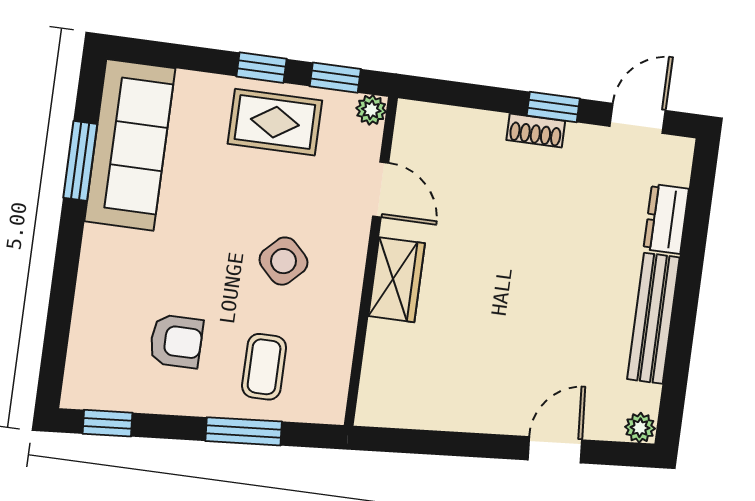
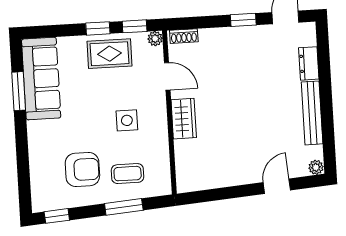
shoe rack: (536, 131) -> (184, 36), moved
side table: (283, 261) -> (127, 120), turned 45
armchair: (176, 341) -> (82, 170), width x1.38, depth x1.38
coffee table: (264, 367) -> (128, 174), turned 90

